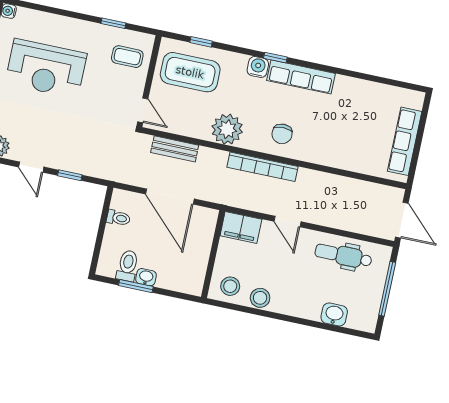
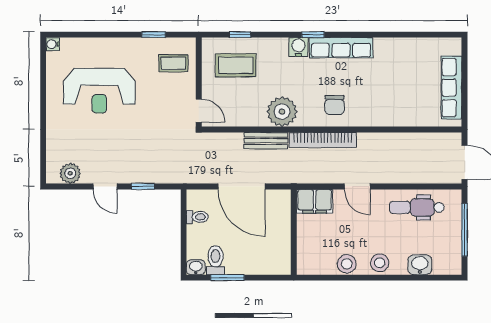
coffee table: (190, 72) -> (236, 65), width x0.73, depth x0.76
bench: (175, 149) -> (266, 141), moved
washbasin: (146, 277) -> (196, 267), moved
stool: (230, 286) -> (380, 263), moved

